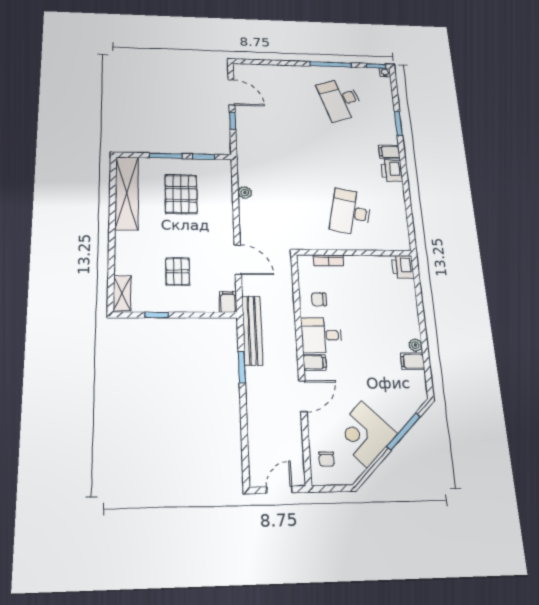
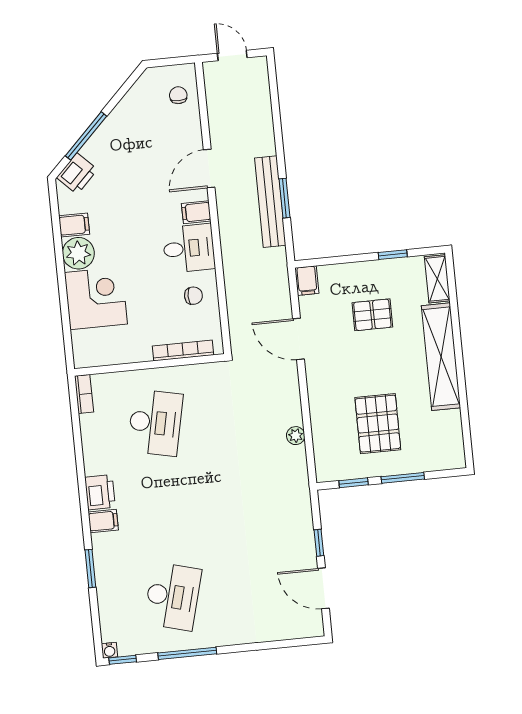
desk: (340, 100) -> (173, 596), turned 33
shelving: (127, 193) -> (441, 357), moved
bookcase: (404, 238) -> (84, 394), added
bookcase: (328, 260) -> (183, 350), width x1.56
printer: (403, 267) -> (77, 173), moved, turned 45
pallet: (178, 271) -> (372, 315), turned 90
bench: (252, 330) -> (270, 202), moved
plant: (415, 345) -> (78, 253), width x1.88, depth x1.88
corner desk: (364, 434) -> (96, 298), moved, turned -45
door: (279, 490) -> (232, 55), swing flipped

